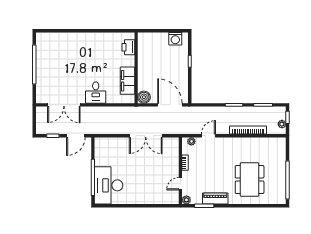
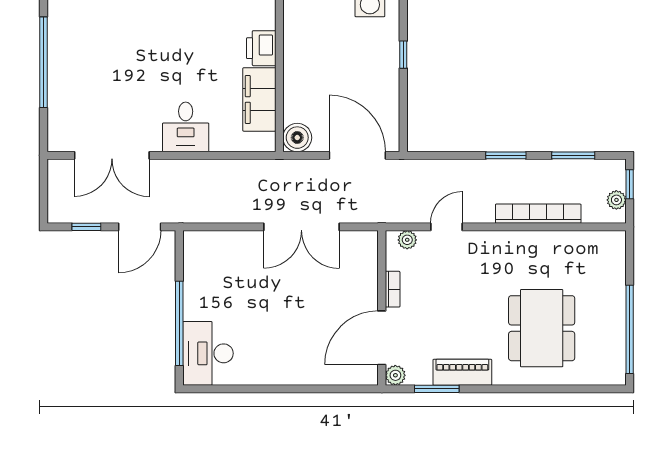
printer: (128, 47) -> (261, 48), moved
door: (180, 184) -> (382, 338), width x1.88
desk: (109, 185) -> (208, 353), width x0.73, depth x0.77

